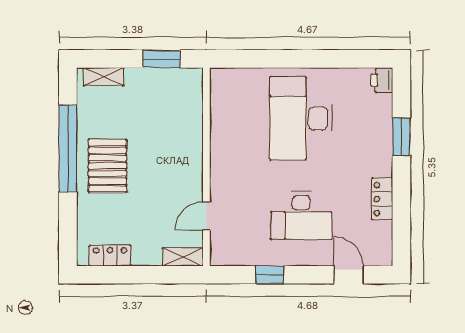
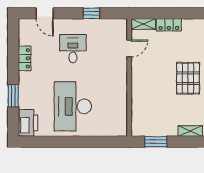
printer: (382, 80) -> (28, 123), width x1.87, depth x1.48
desk: (301, 118) -> (73, 106), turned 180
desk: (301, 215) -> (73, 49), width x0.73
locker: (110, 256) -> (169, 25), moved

